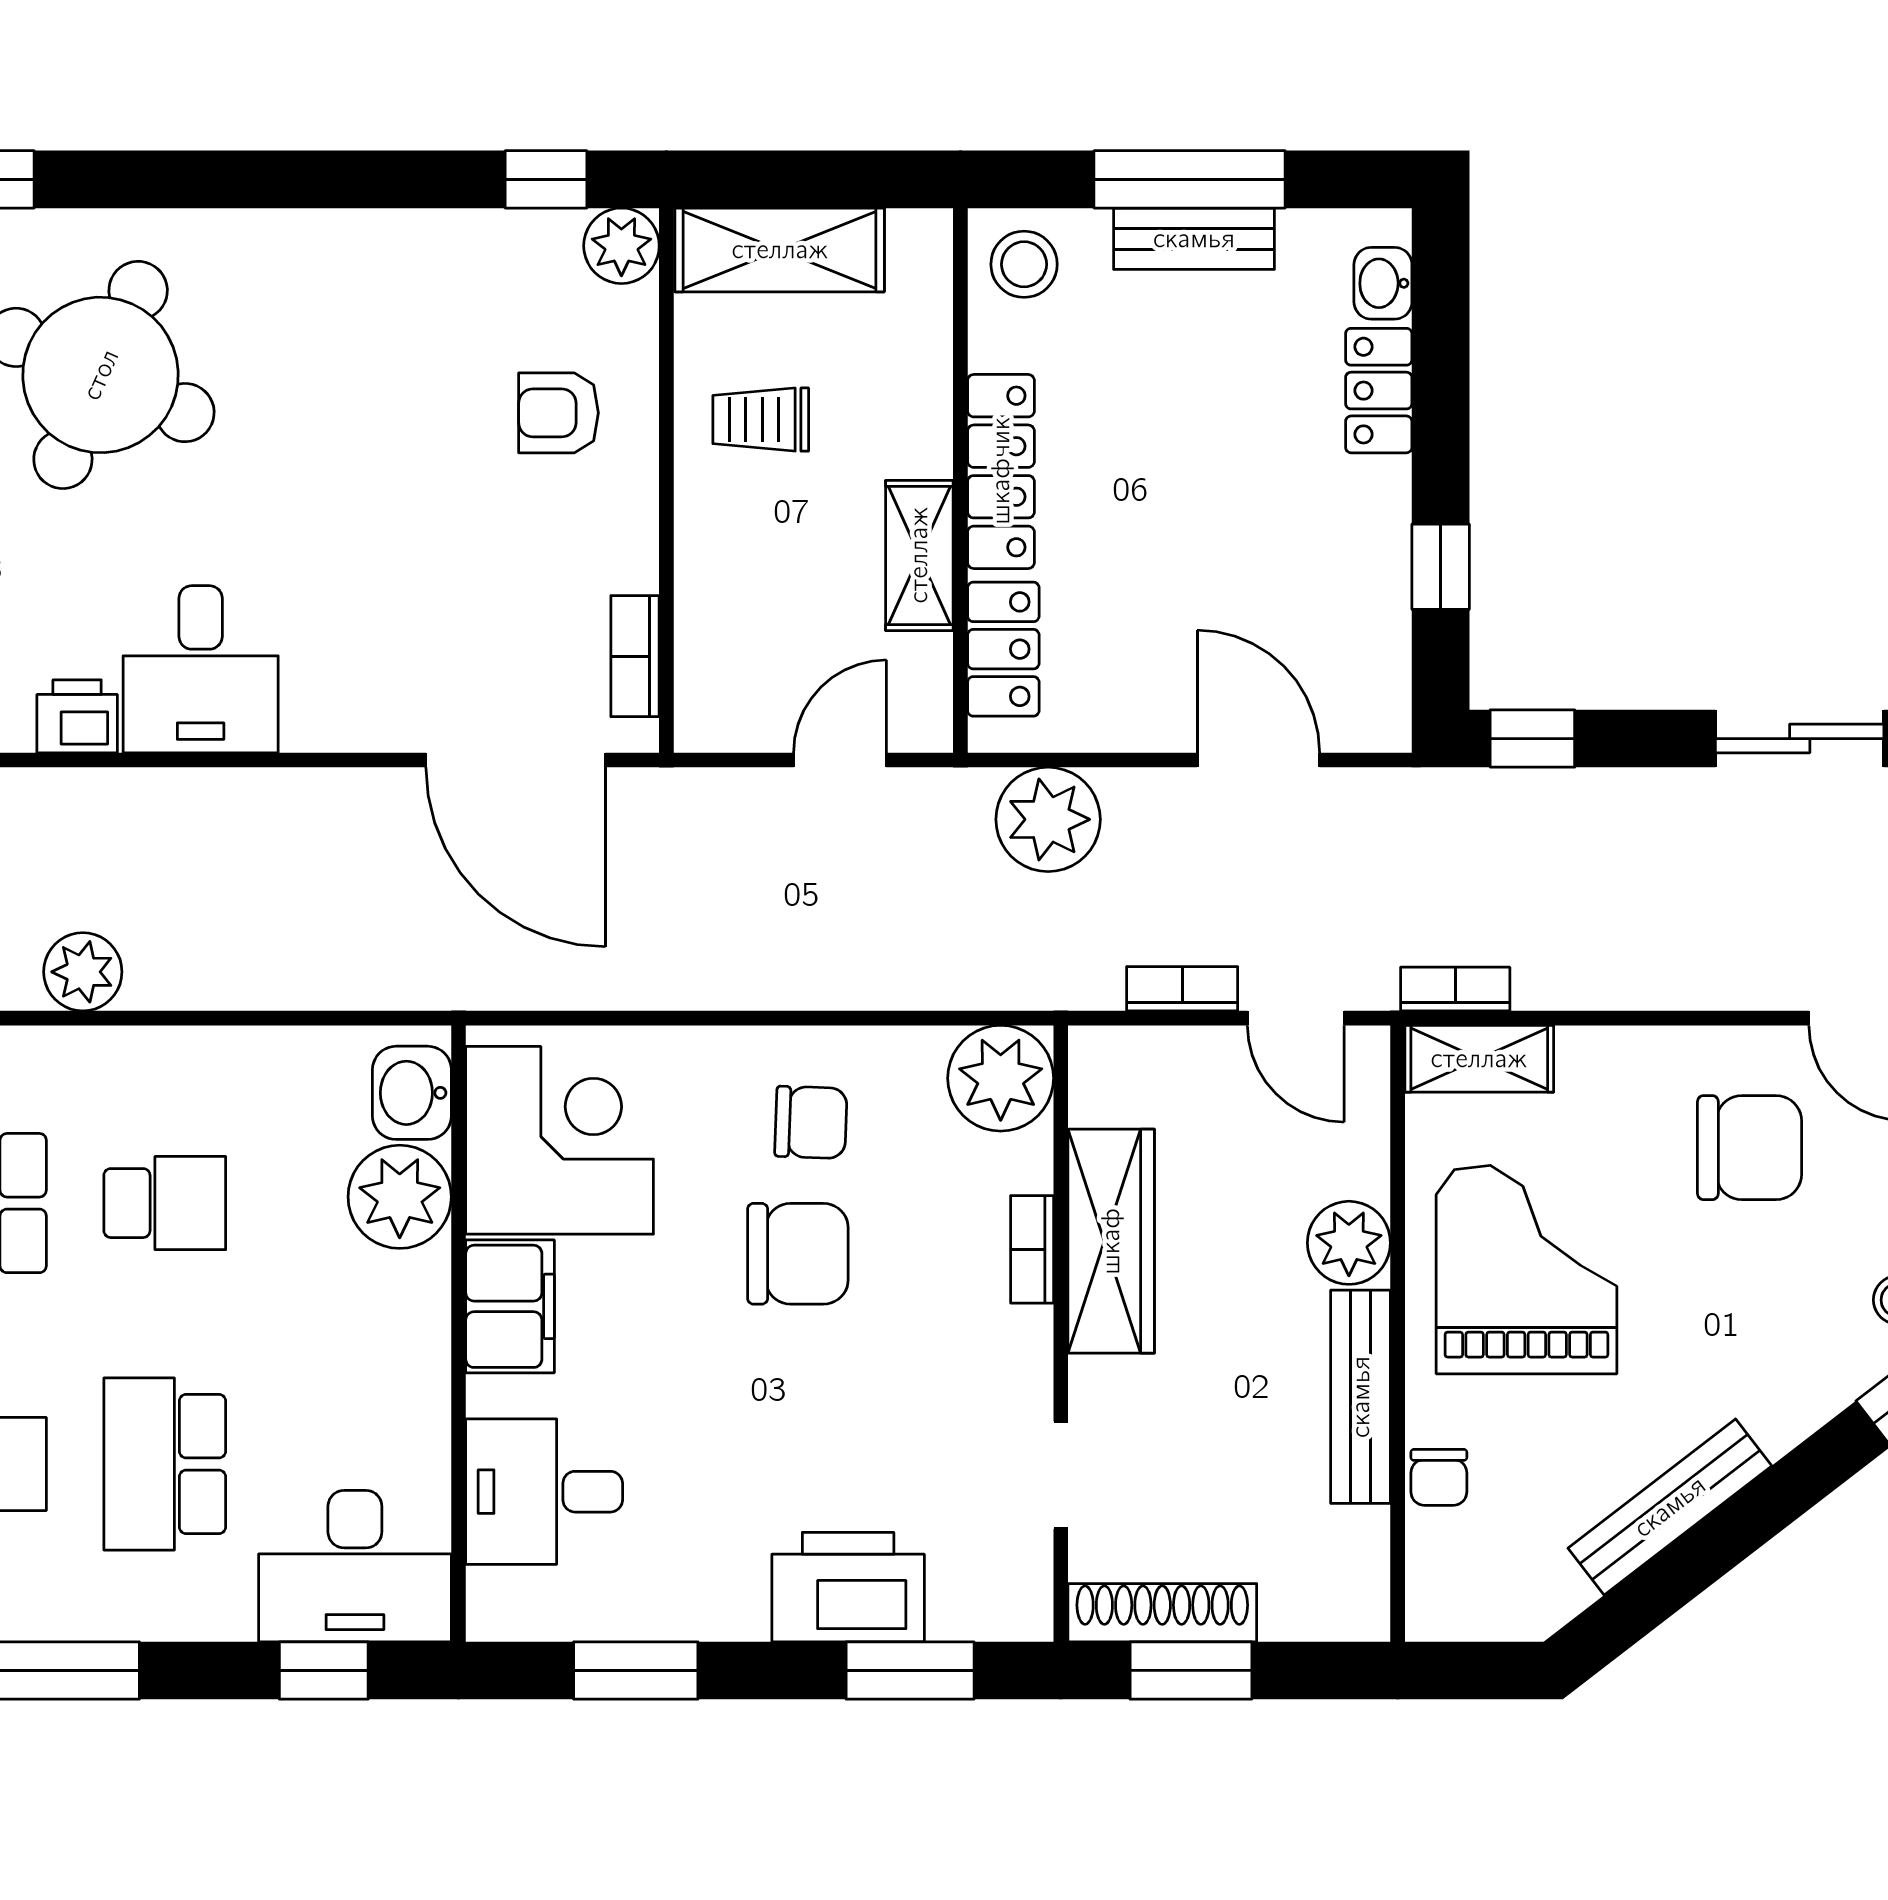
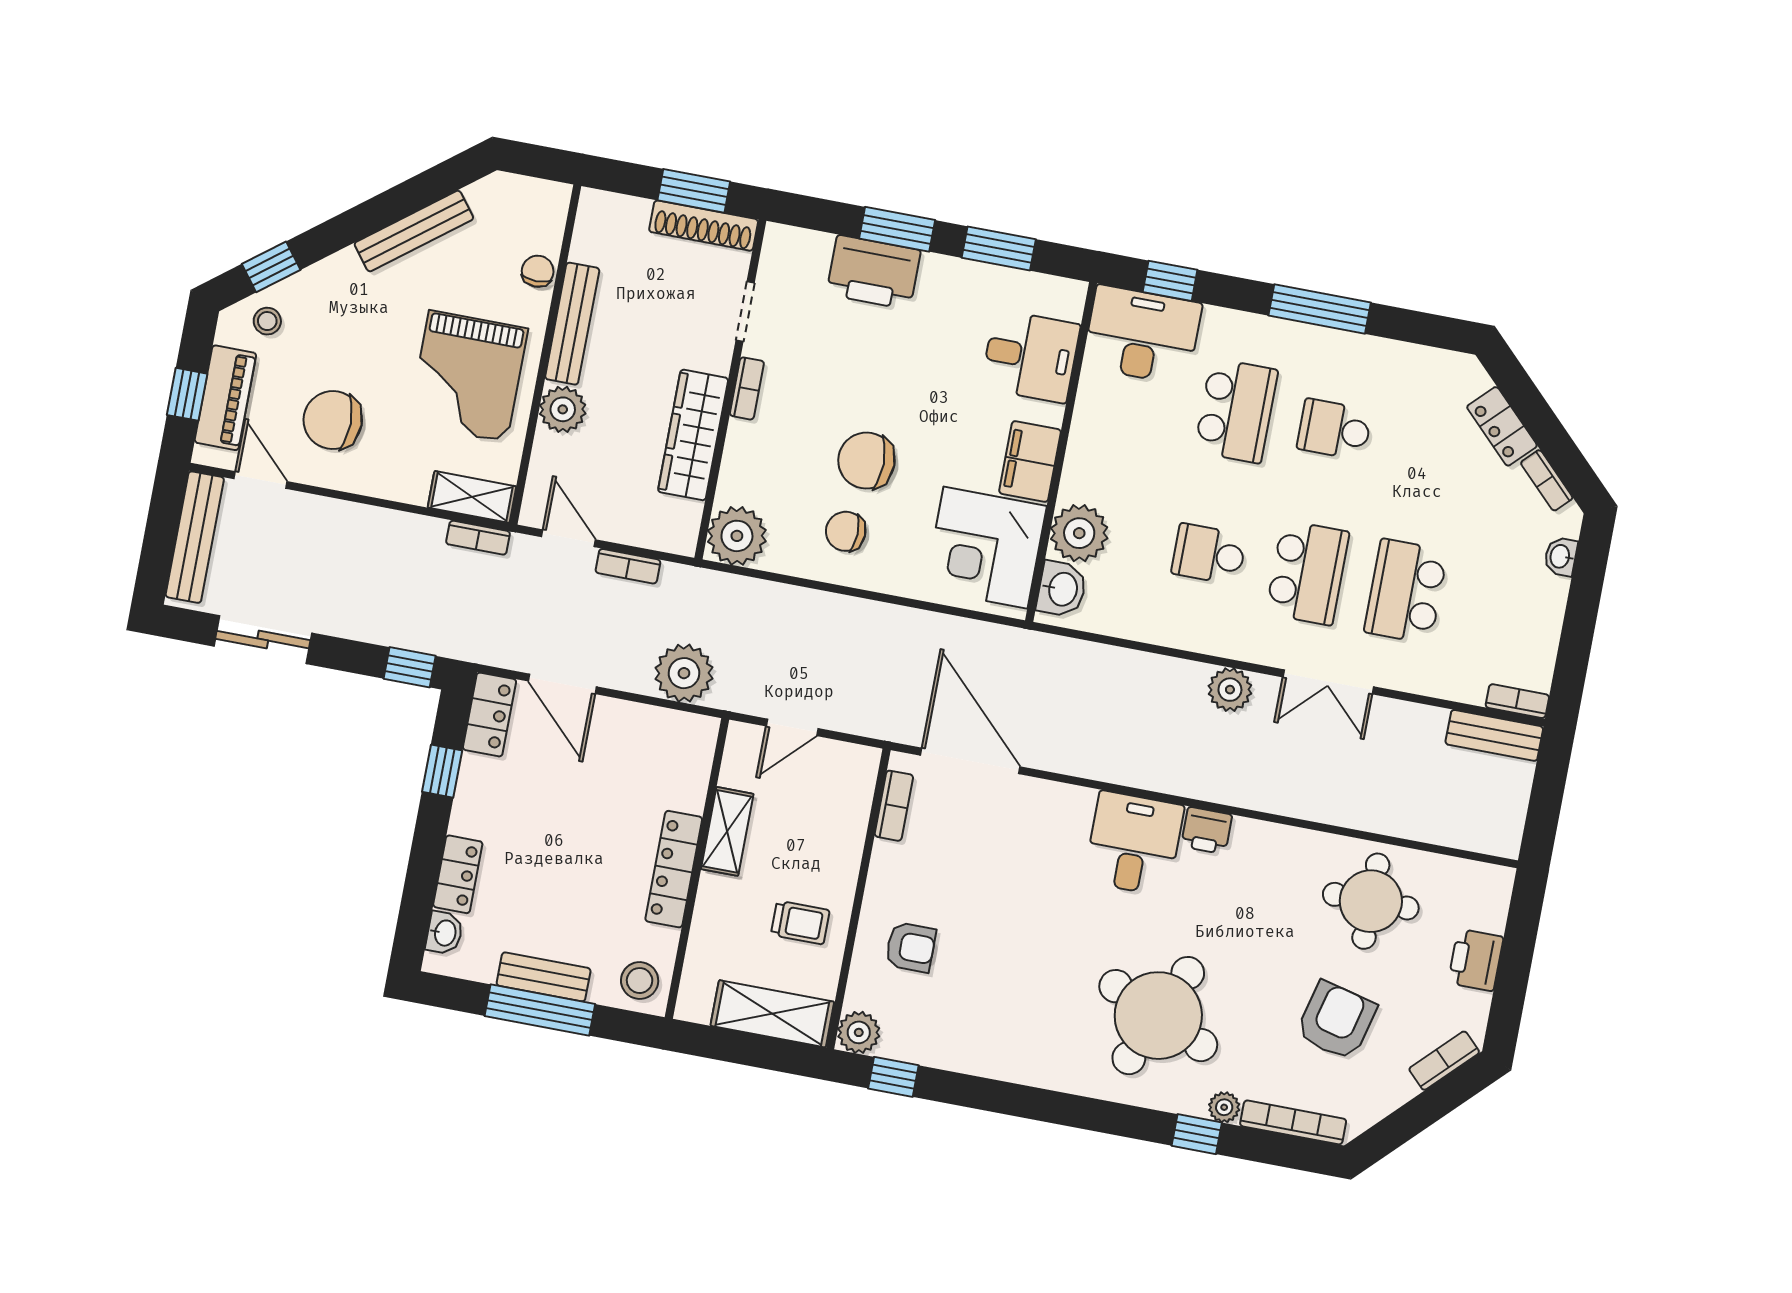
locker: (1003, 649) -> (490, 715), moved, turned 180
bookcase: (1032, 1249) -> (747, 388), moved
window: (910, 1670) -> (897, 229), moved

